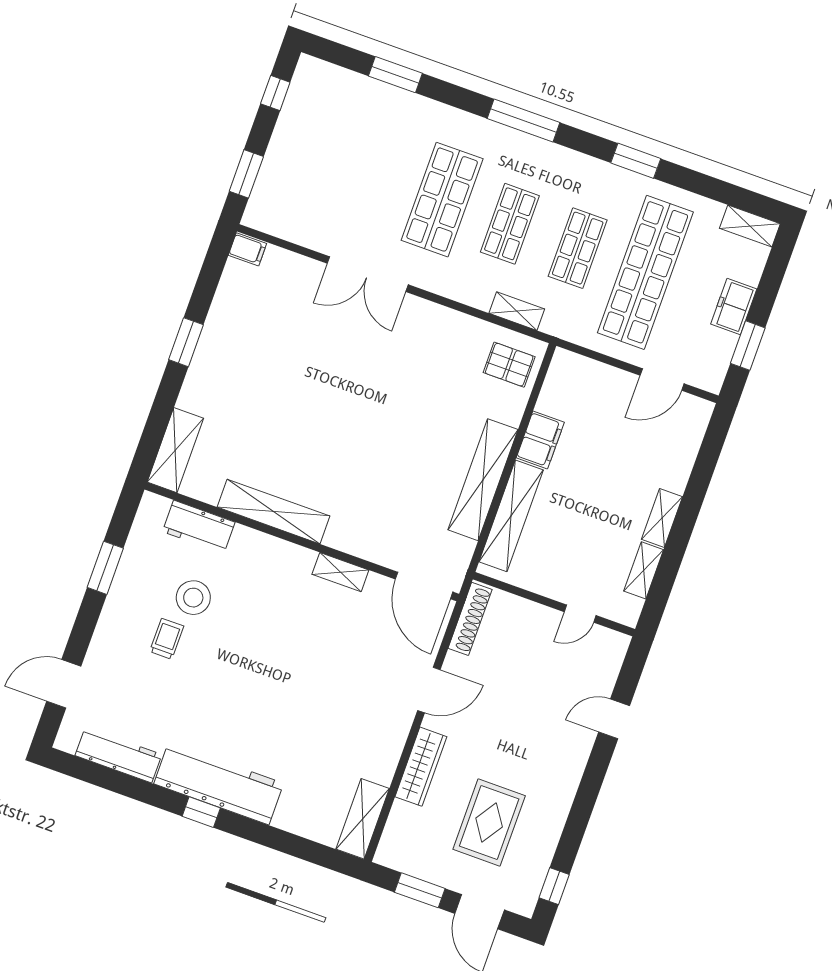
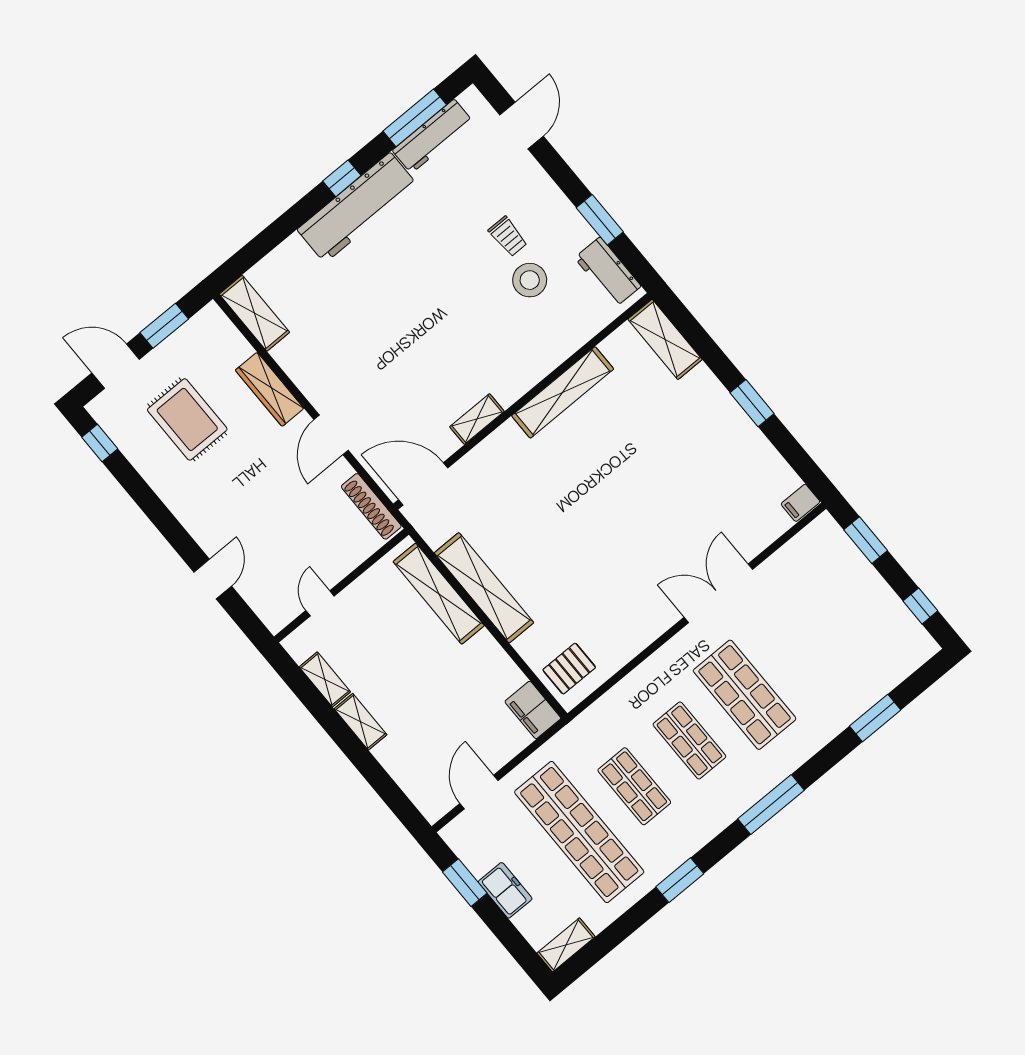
shelving: (517, 311) -> (611, 702), removed
filing cabinet: (540, 440) -> (533, 710), moved
workbench: (199, 527) -> (608, 272), moved, turned -90
window: (112, 780) -> (415, 118), added

